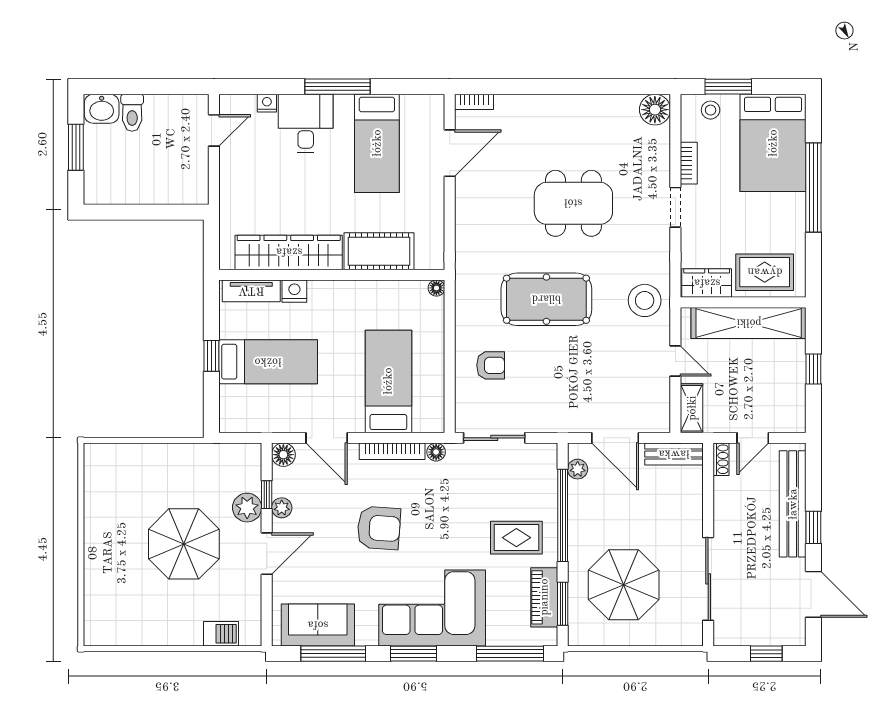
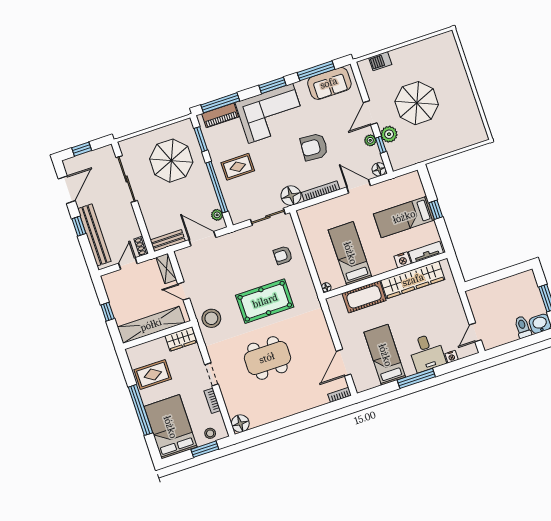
rug: (765, 272) -> (153, 374), moved
bed: (388, 381) -> (350, 253), moved, turned 180
floor lamp: (436, 452) -> (291, 196), width x1.89, depth x1.89
door: (813, 594) -> (67, 190), swing flipped
piano: (544, 597) -> (220, 115), moved, turned 90

